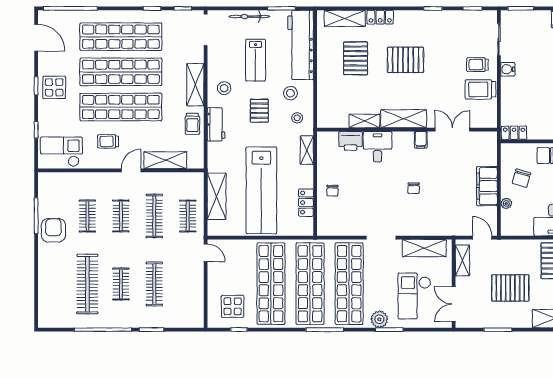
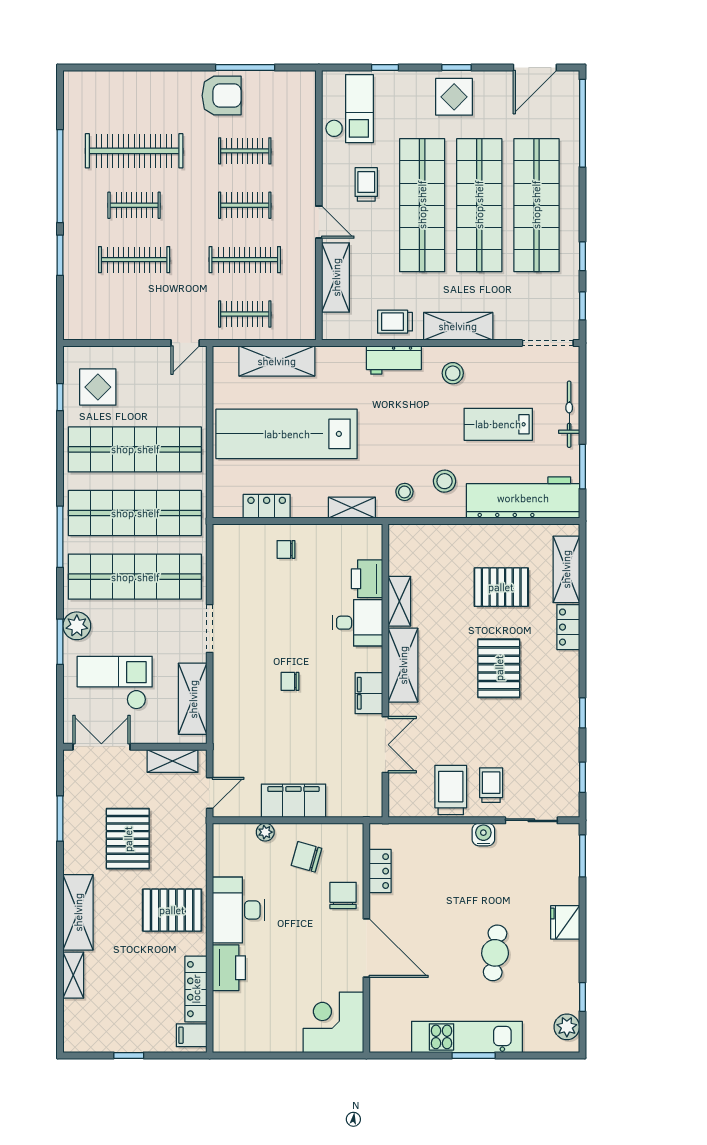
pallet: (259, 111) -> (416, 430), removed
locker: (514, 133) -> (380, 871), moved
filing cabinet: (421, 140) -> (369, 693), width x2.00

